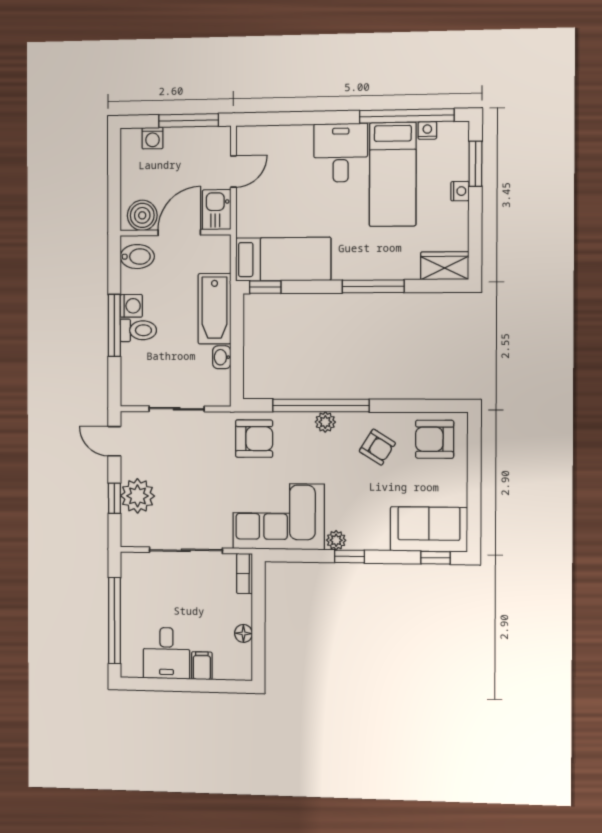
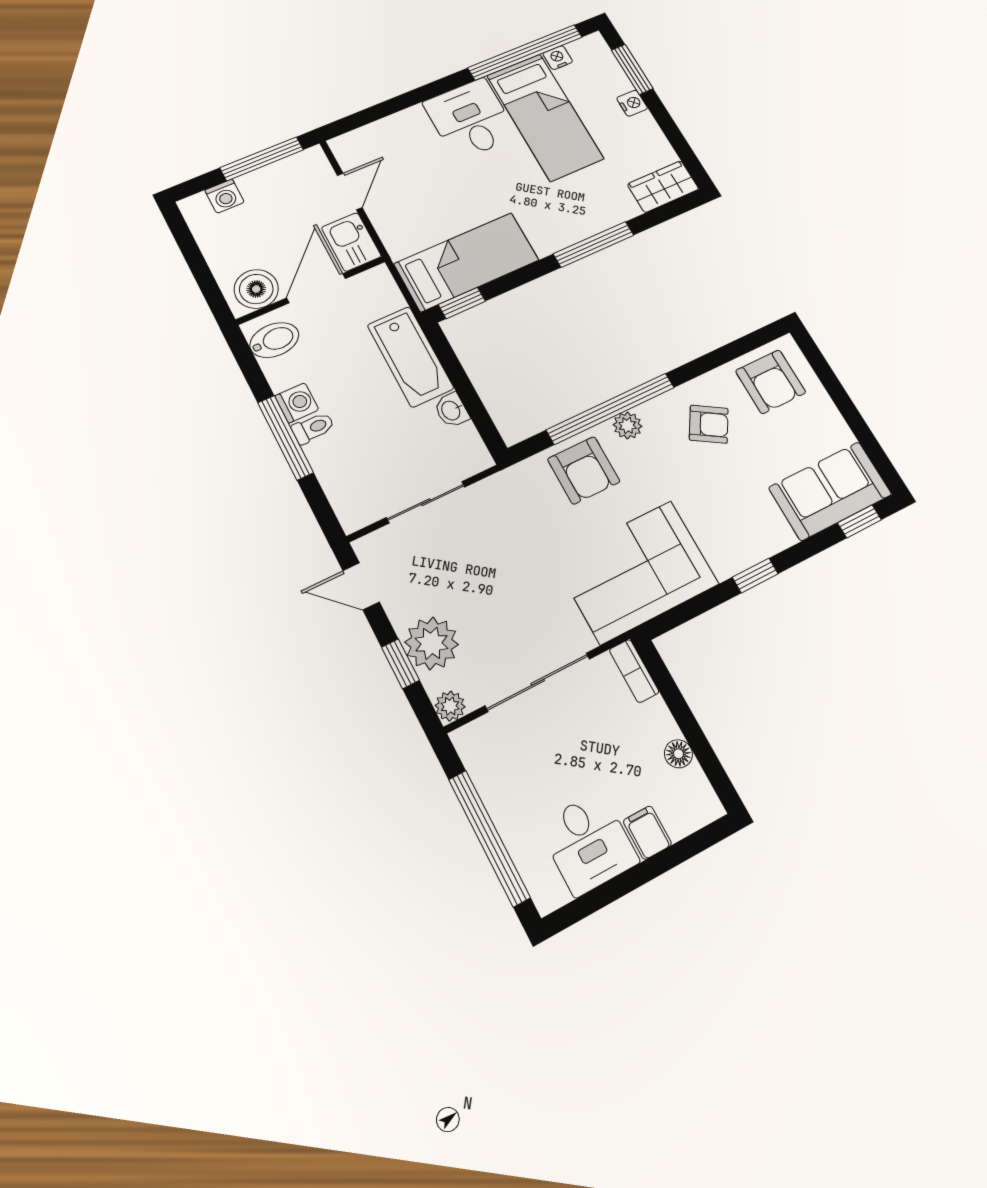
toilet: (138, 330) -> (313, 428), width x0.73, depth x0.72
armchair: (254, 439) -> (584, 470), moved, turned 90
armchair: (435, 439) -> (771, 382), turned -90
plant: (336, 540) -> (450, 706), moved

